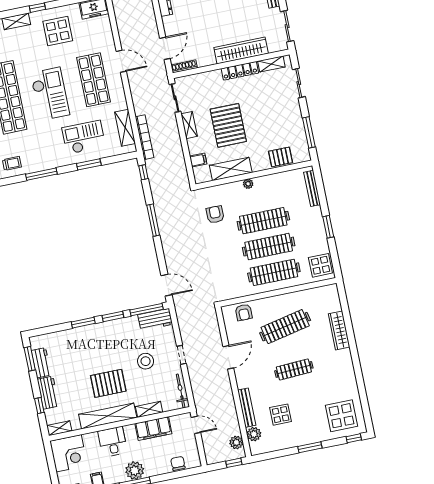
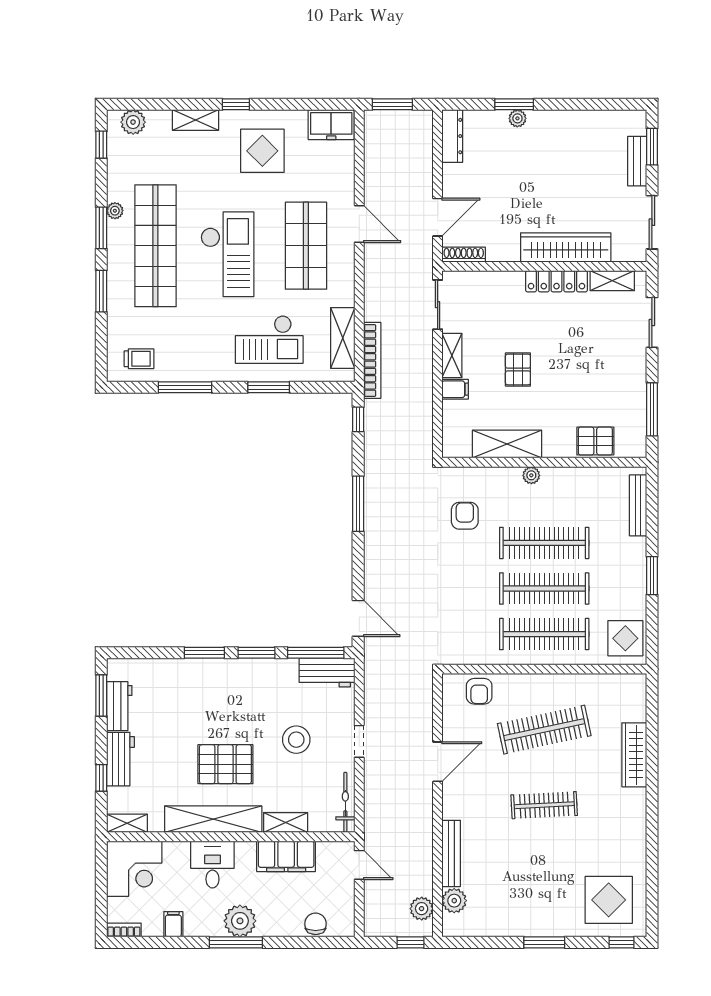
pallet: (228, 125) -> (518, 369), width x0.49, depth x0.50
checkout: (84, 137) -> (269, 339), turned 180
filing cabinet: (198, 160) -> (455, 389), moved
display table: (281, 415) -> (506, 877), removed

